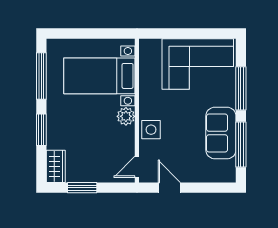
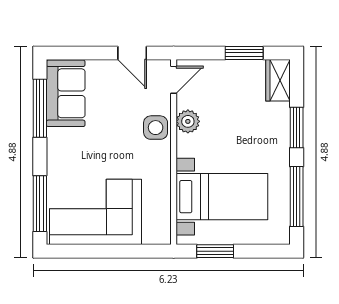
window: (105, 33) -> (215, 251), added
window: (241, 88) -> (40, 204), moved
plant: (126, 116) -> (188, 121), moved
sofa: (221, 133) -> (66, 93), moved

